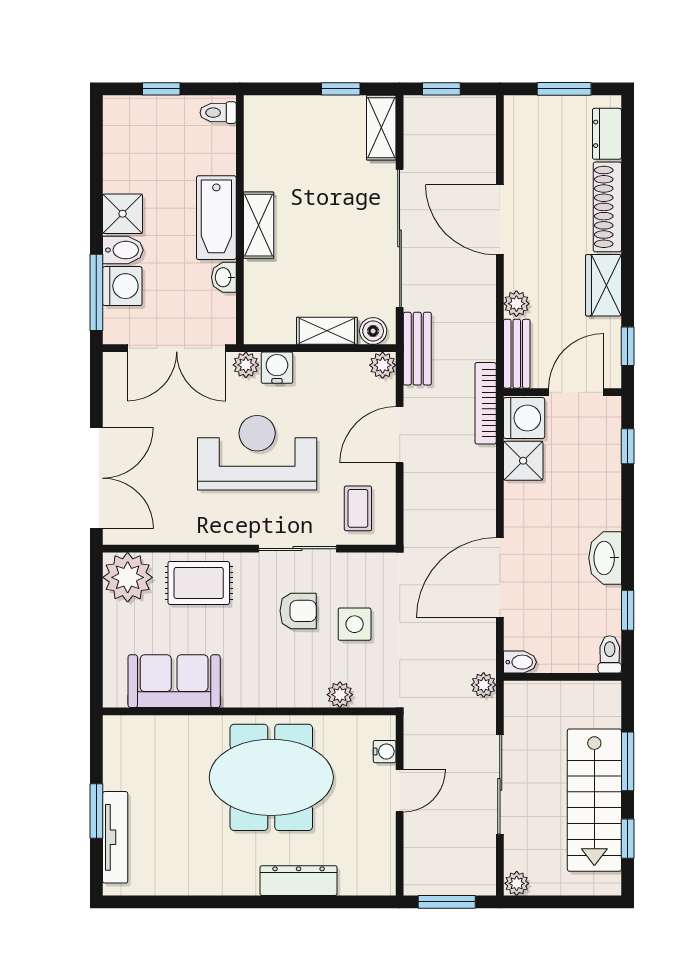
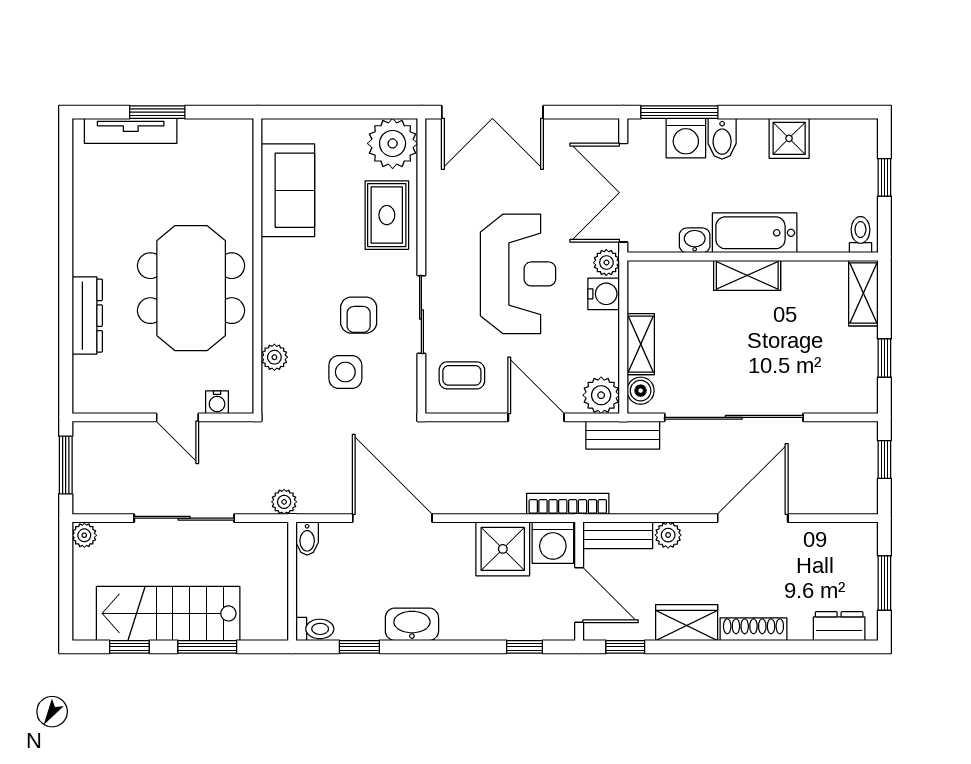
shelving: (381, 128) -> (863, 293), moved, turned 90
shoe rack: (607, 207) -> (753, 629), width x0.74, depth x0.81
shower: (123, 214) -> (789, 138), moved
plant: (383, 365) -> (601, 395), width x1.38, depth x1.38
shower: (523, 461) -> (503, 549), width x1.36, depth x1.36

